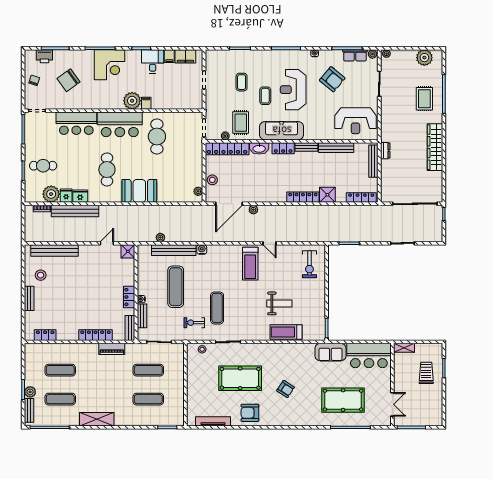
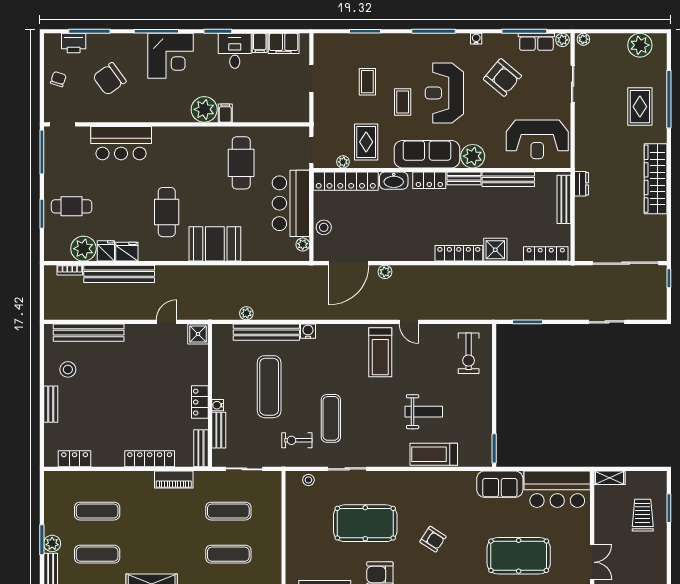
bar counter: (120, 124) -> (291, 203), moved, turned 90
plant: (312, 132) -> (473, 156), added

